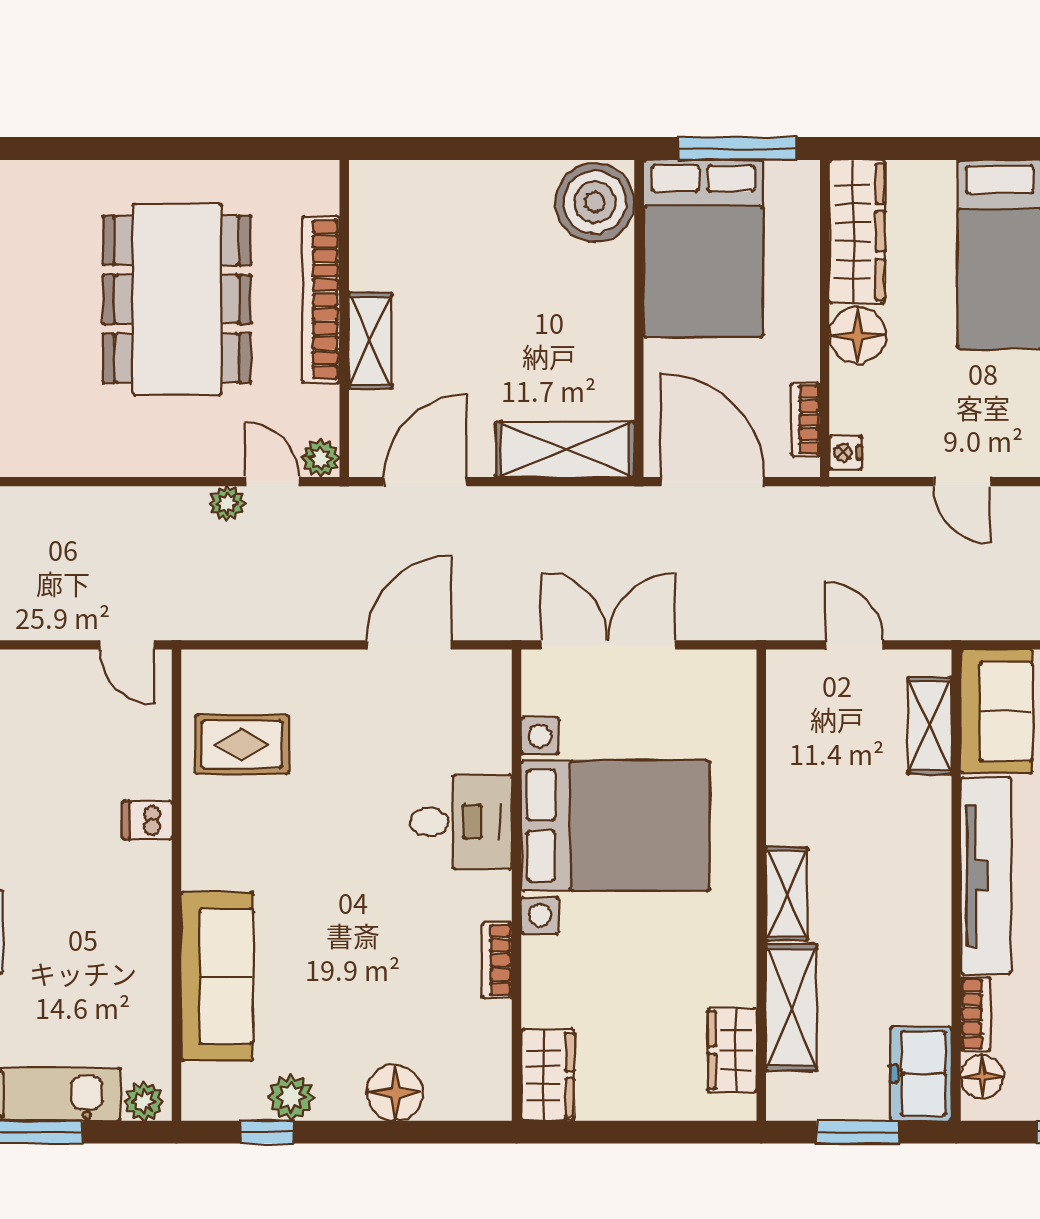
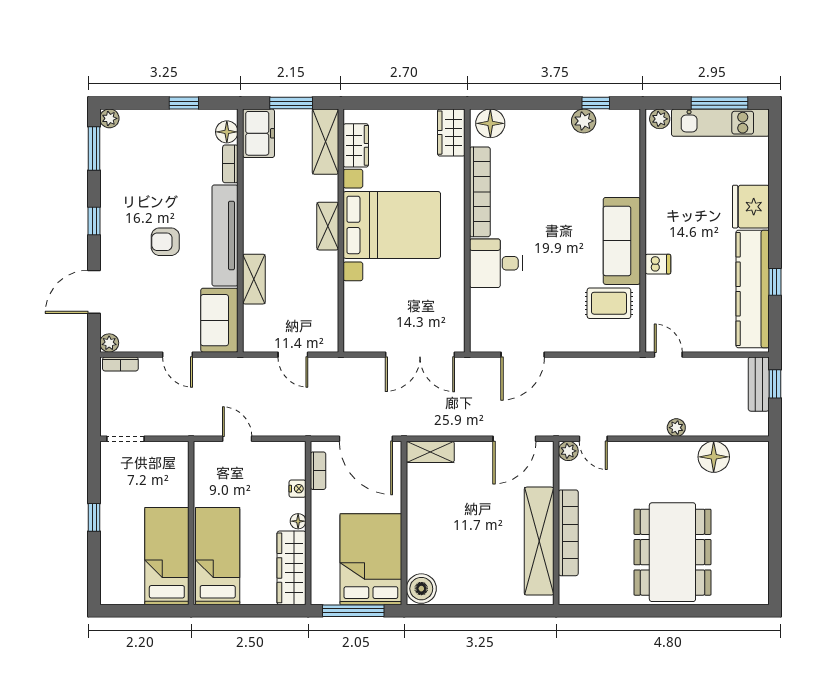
boiler: (595, 202) -> (421, 589), width x0.73, depth x0.73
dining table: (177, 299) -> (672, 552), moved
floor lamp: (858, 335) -> (298, 521), width x0.53, depth x0.53
shelving: (370, 341) -> (539, 541), width x2.20, depth x1.33
floor lamp: (39, 447) -> (714, 457), added
shelving: (565, 449) -> (430, 452), width x0.67, depth x0.75
nightstand: (845, 453) -> (297, 489), moved
plant: (227, 503) -> (676, 428), moved
shelving: (930, 726) -> (254, 279), moved
bed with nightstands: (615, 826) -> (392, 225), moved, turned 180
bookcase: (497, 960) -> (480, 192), width x2.31, depth x1.31
sofa: (217, 976) -> (622, 241), moved
shelving: (791, 1007) -> (325, 142), moved
floor lamp: (395, 1093) -> (490, 123), moved

